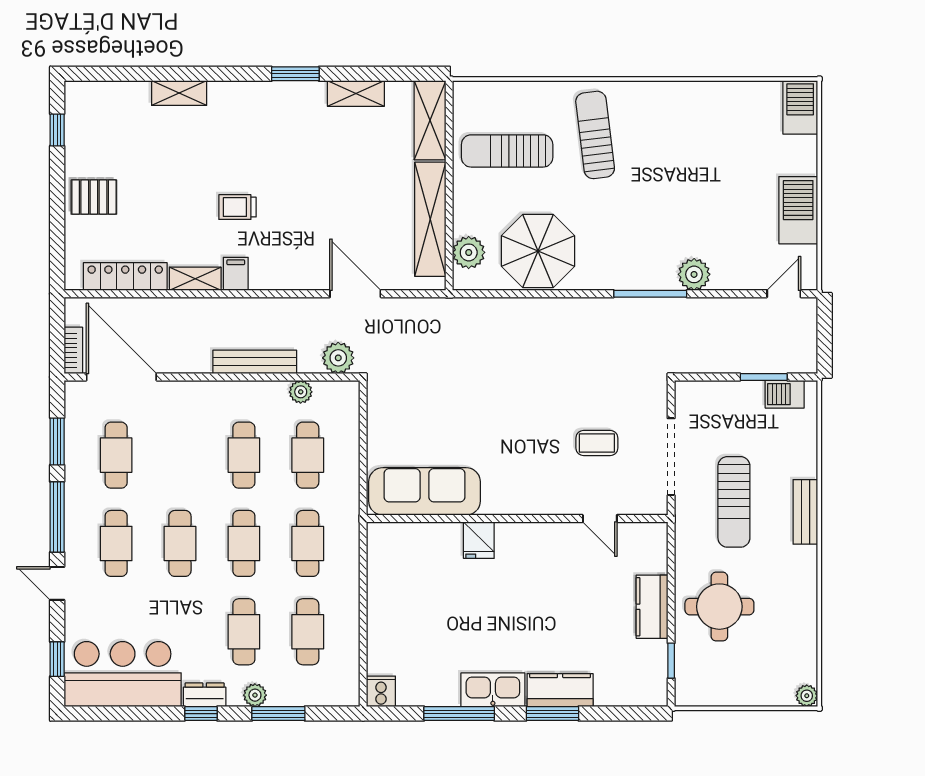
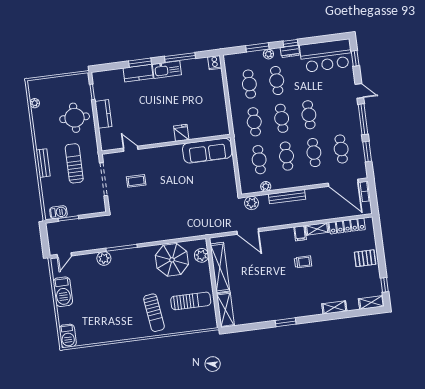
shelving: (356, 93) -> (371, 302), moved
cafe table: (116, 543) -> (314, 153), moved
plant: (807, 696) -> (35, 103), moved

